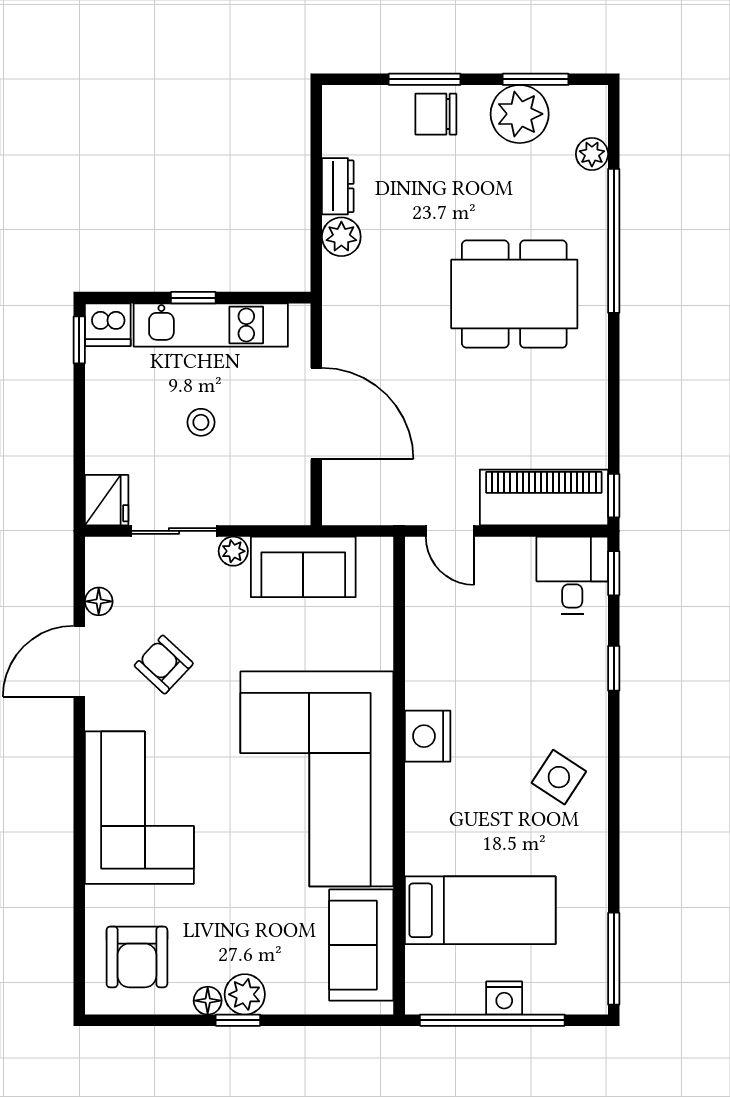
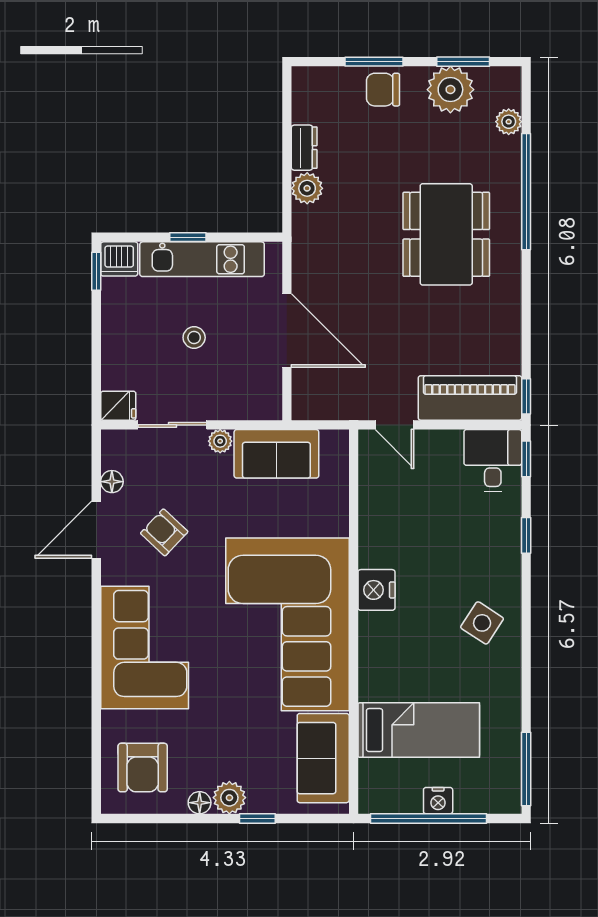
dining table: (514, 294) -> (446, 234), turned 90
fridge: (107, 500) -> (118, 406), width x0.72
window: (238, 1020) -> (257, 818), moved

